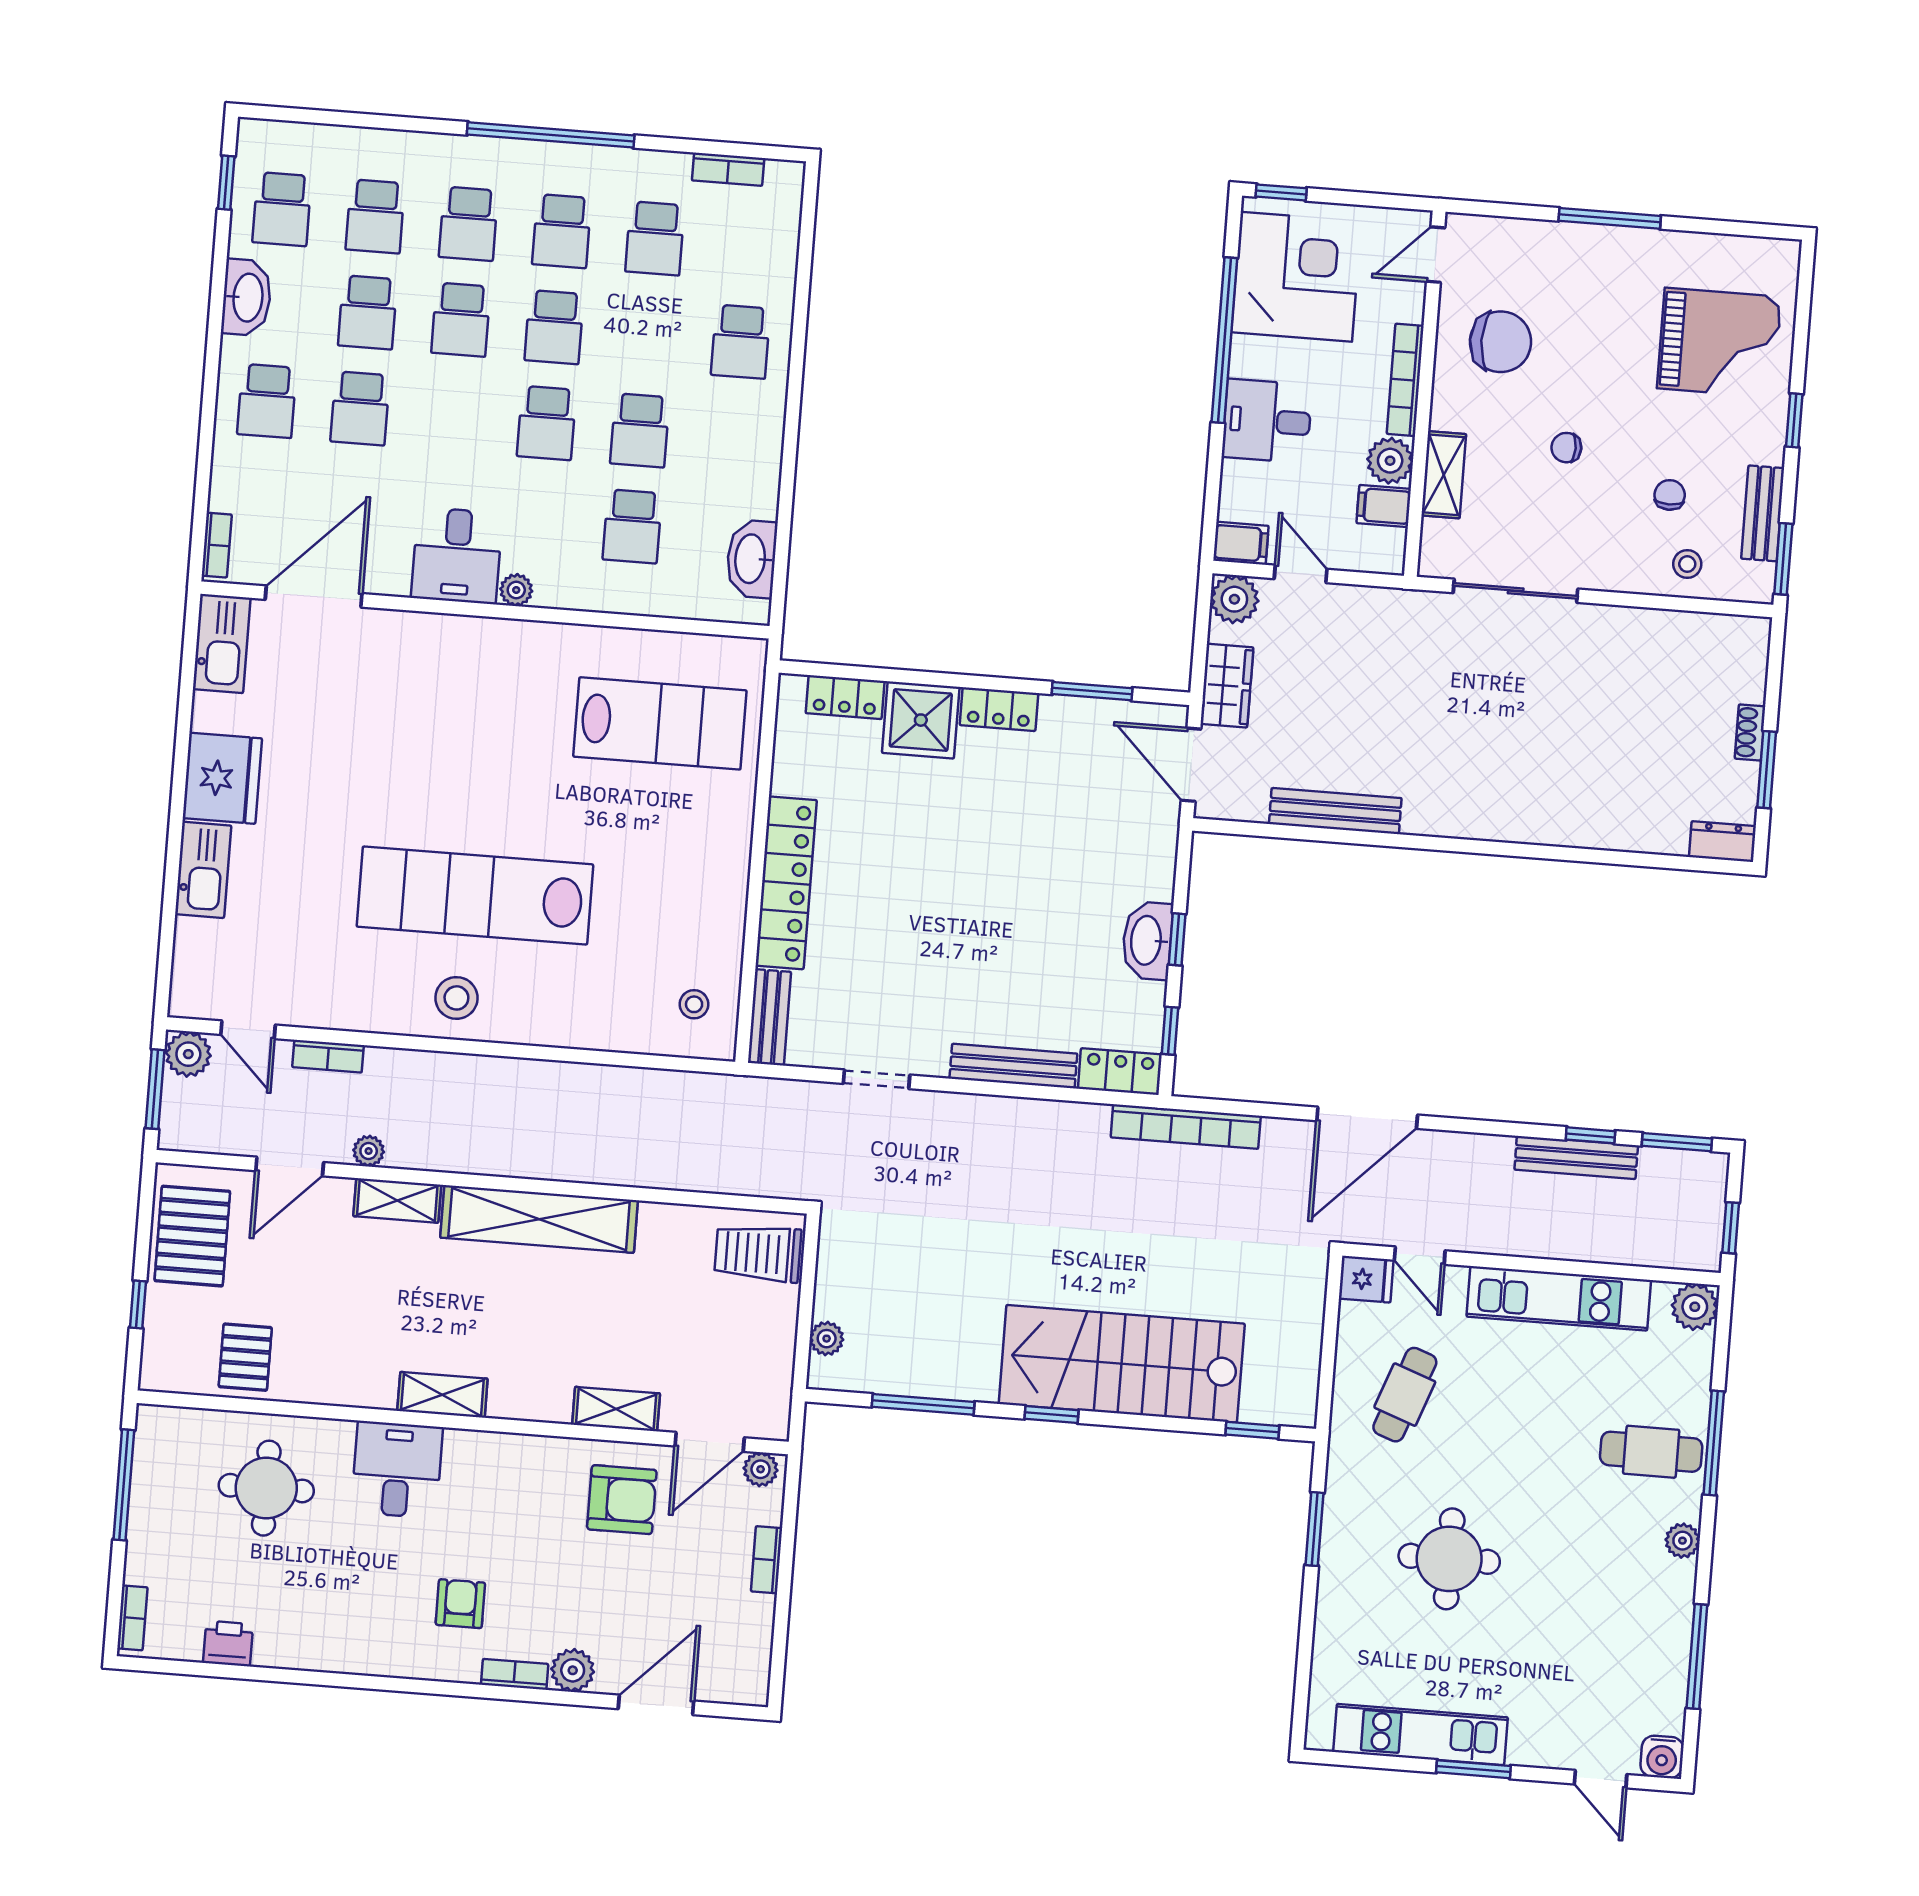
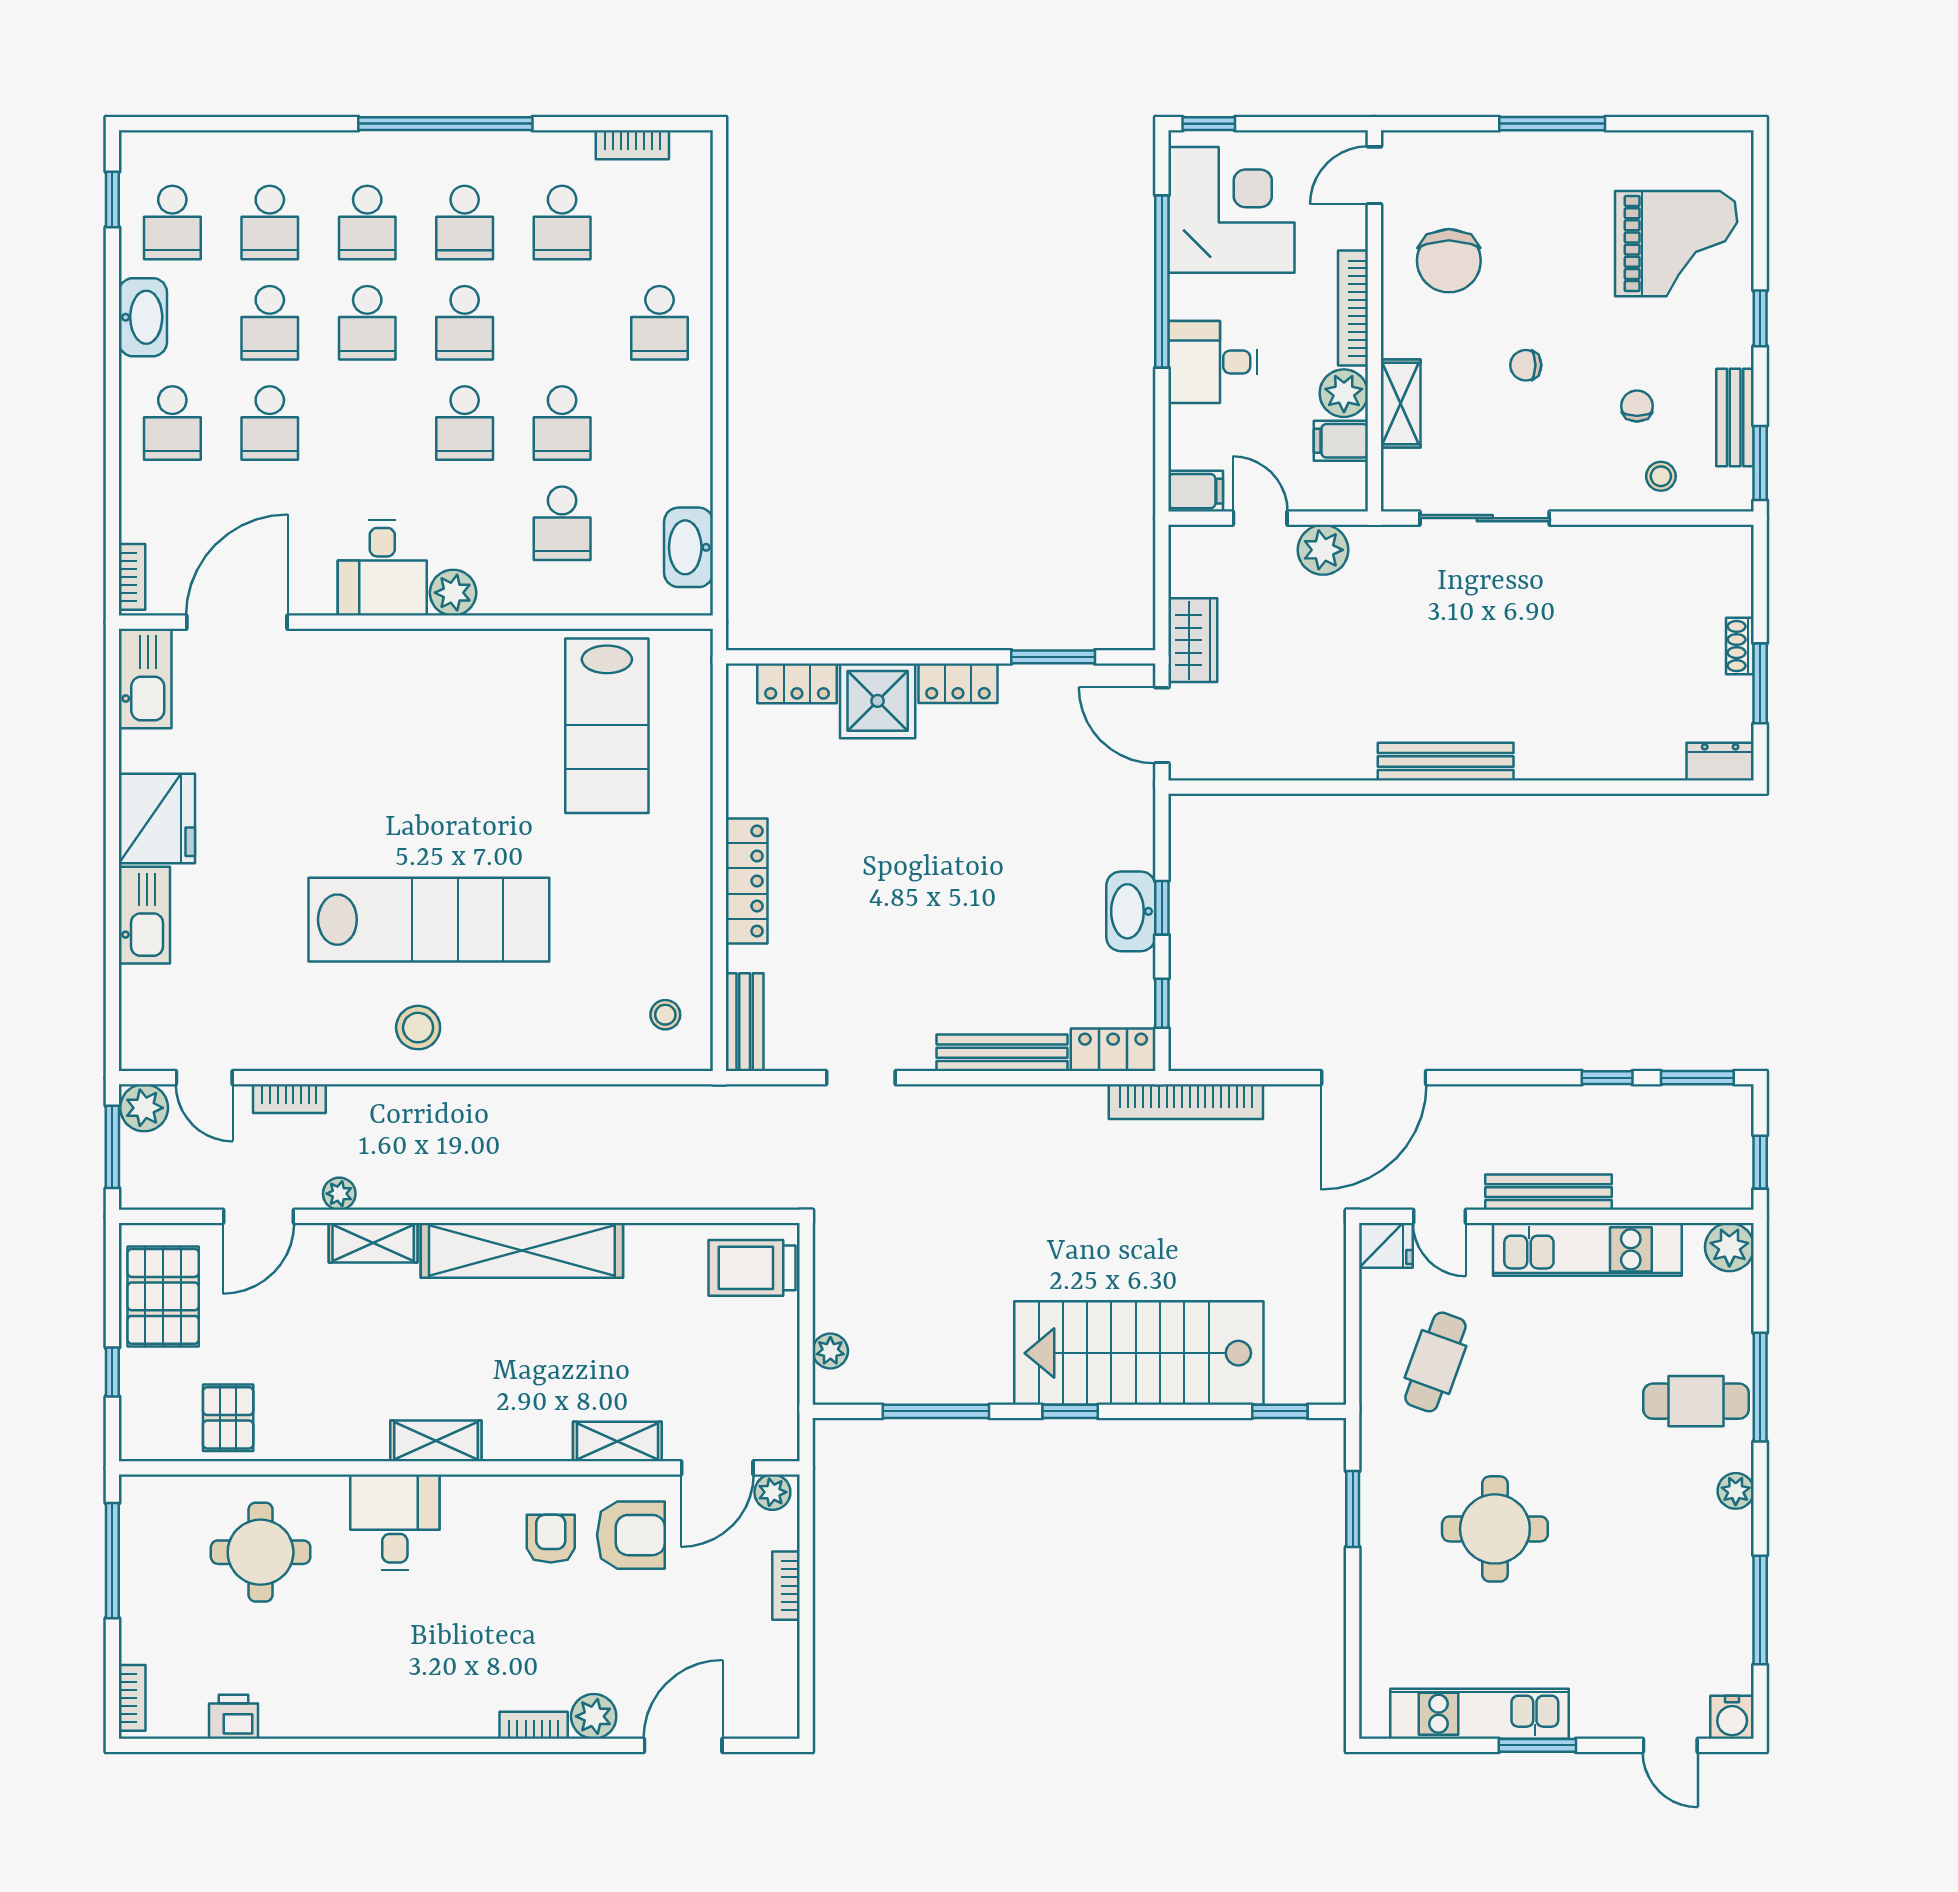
chair: (1501, 342) -> (1449, 261), turned 90
plant: (516, 590) -> (453, 593), width x1.38, depth x1.38
plant: (1234, 599) -> (1323, 550), moved
lab bench: (660, 723) -> (607, 726), turned 90
bench: (1335, 811) -> (1446, 762), moved
locker: (786, 883) -> (747, 881), width x0.71, depth x0.83
lab bench: (475, 896) -> (429, 920), turned 180
bench: (1576, 1158) -> (1548, 1192), moved
armchair: (460, 1604) -> (551, 1539), moved

